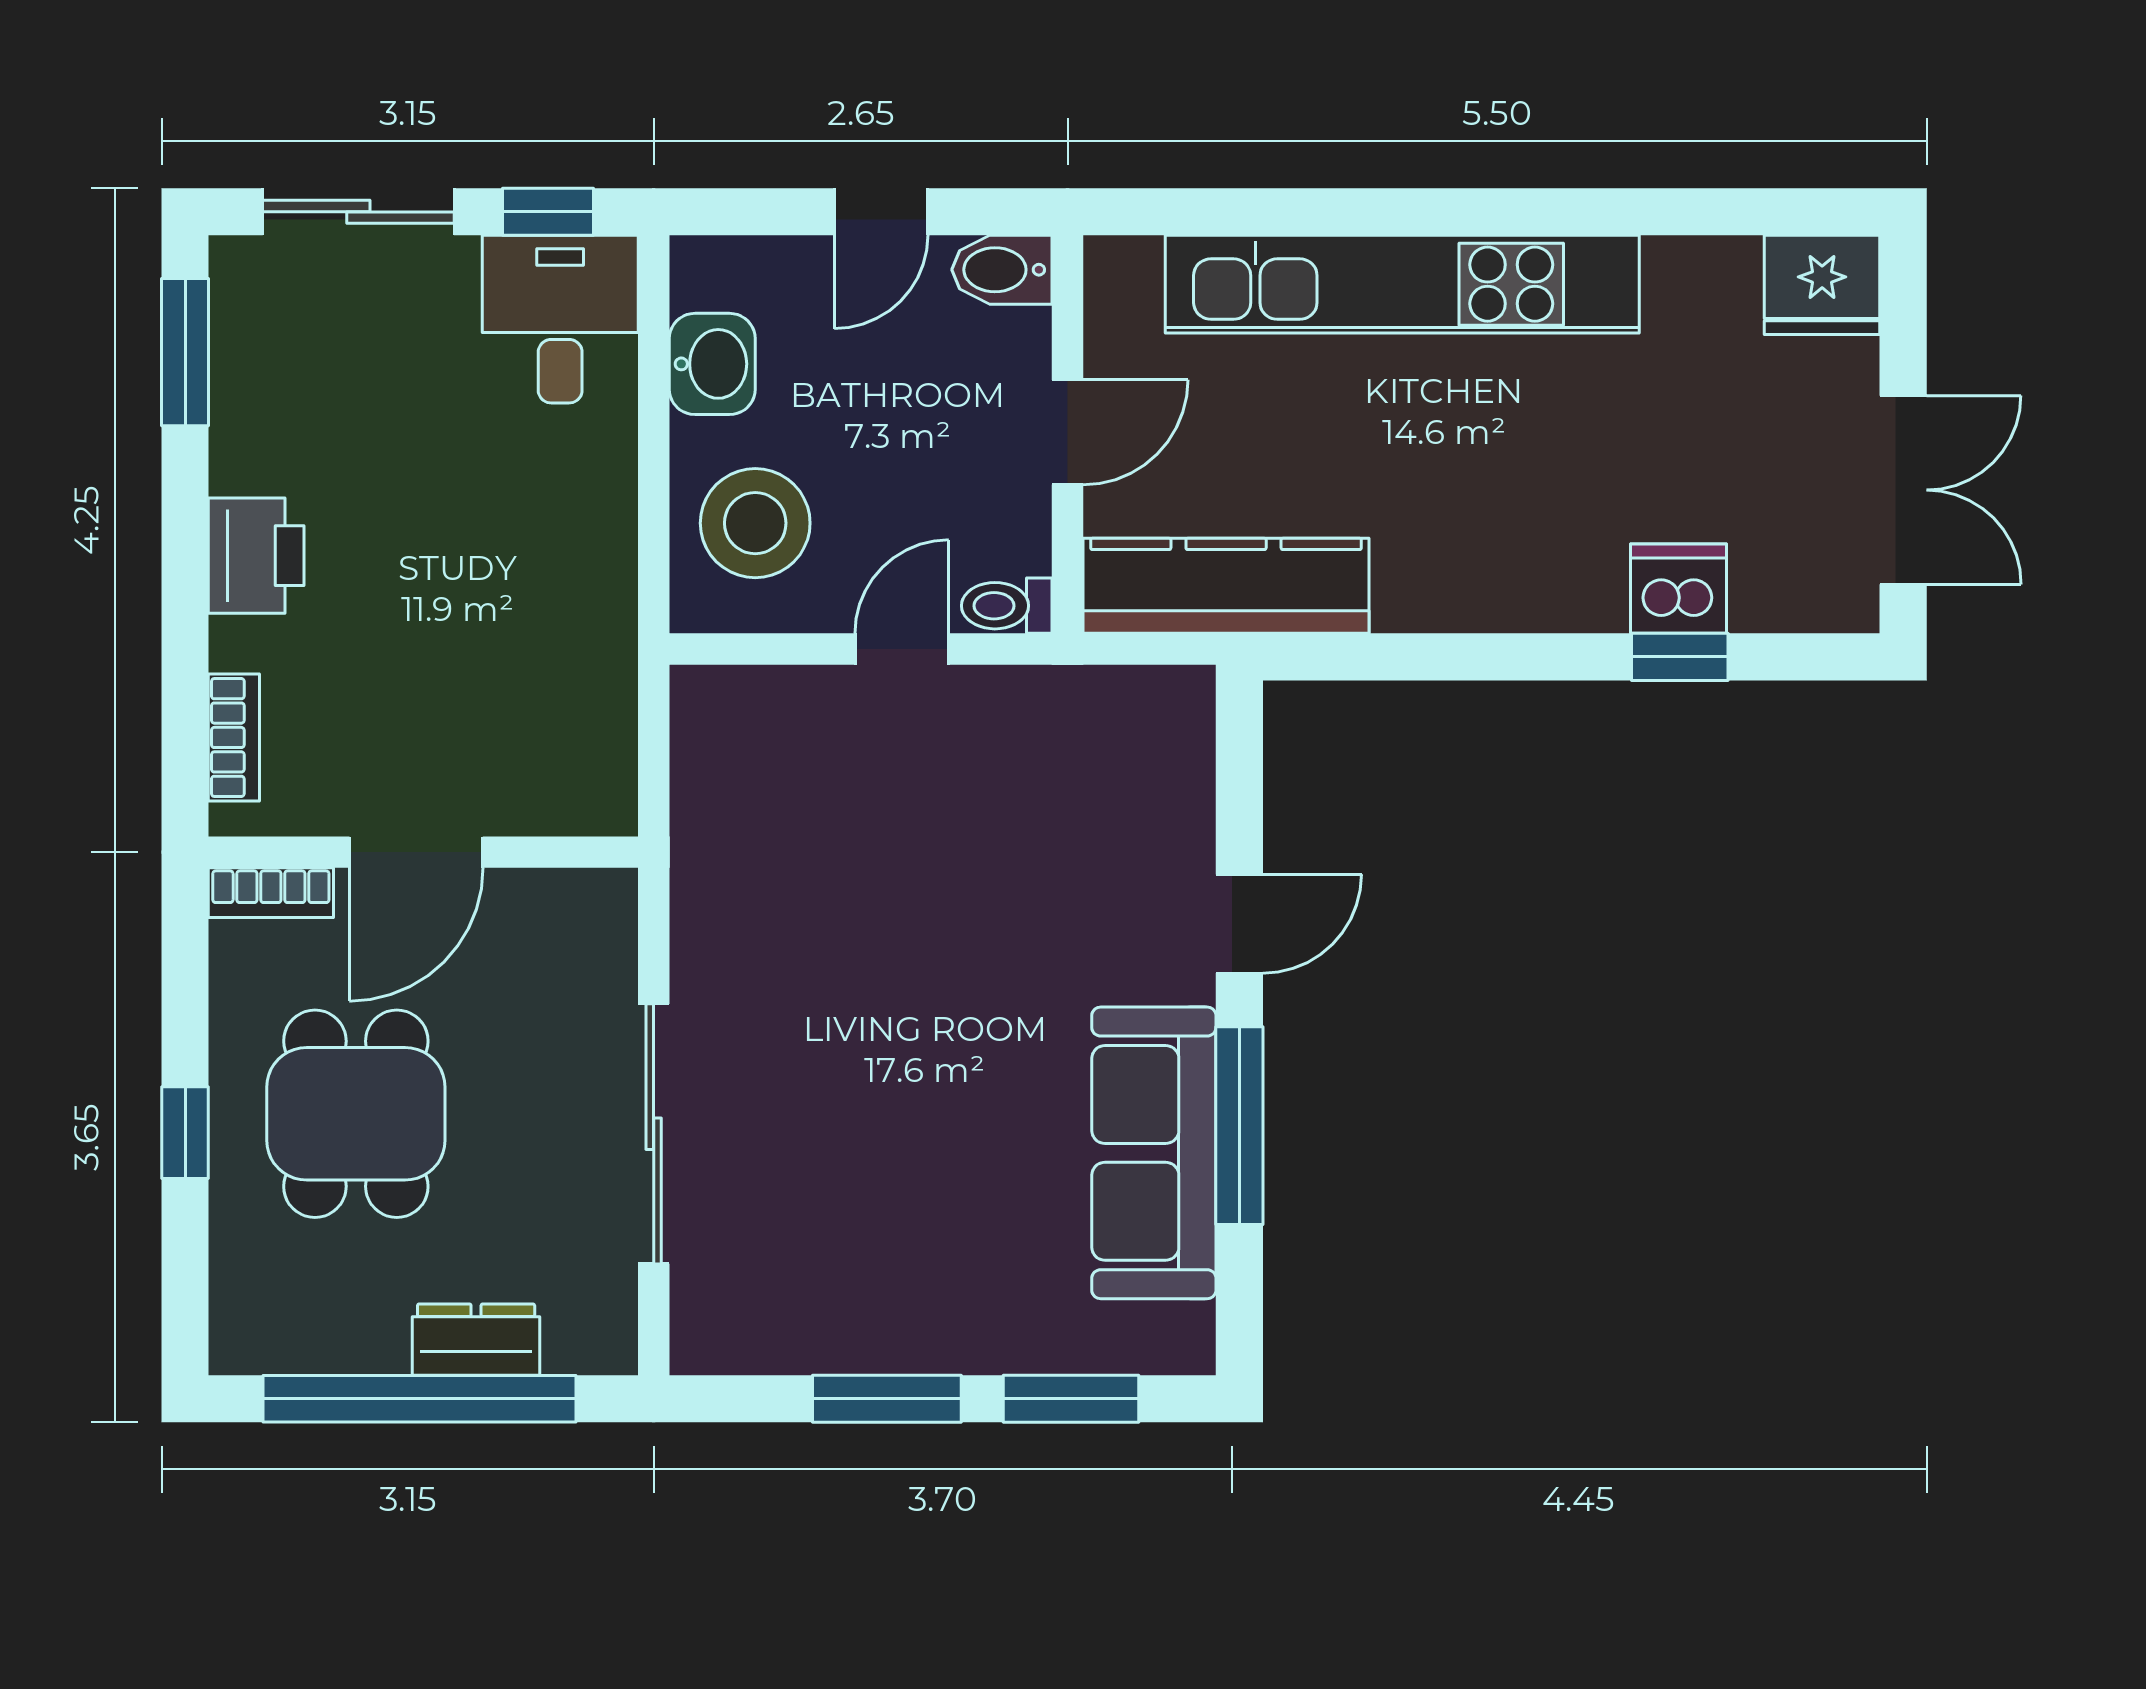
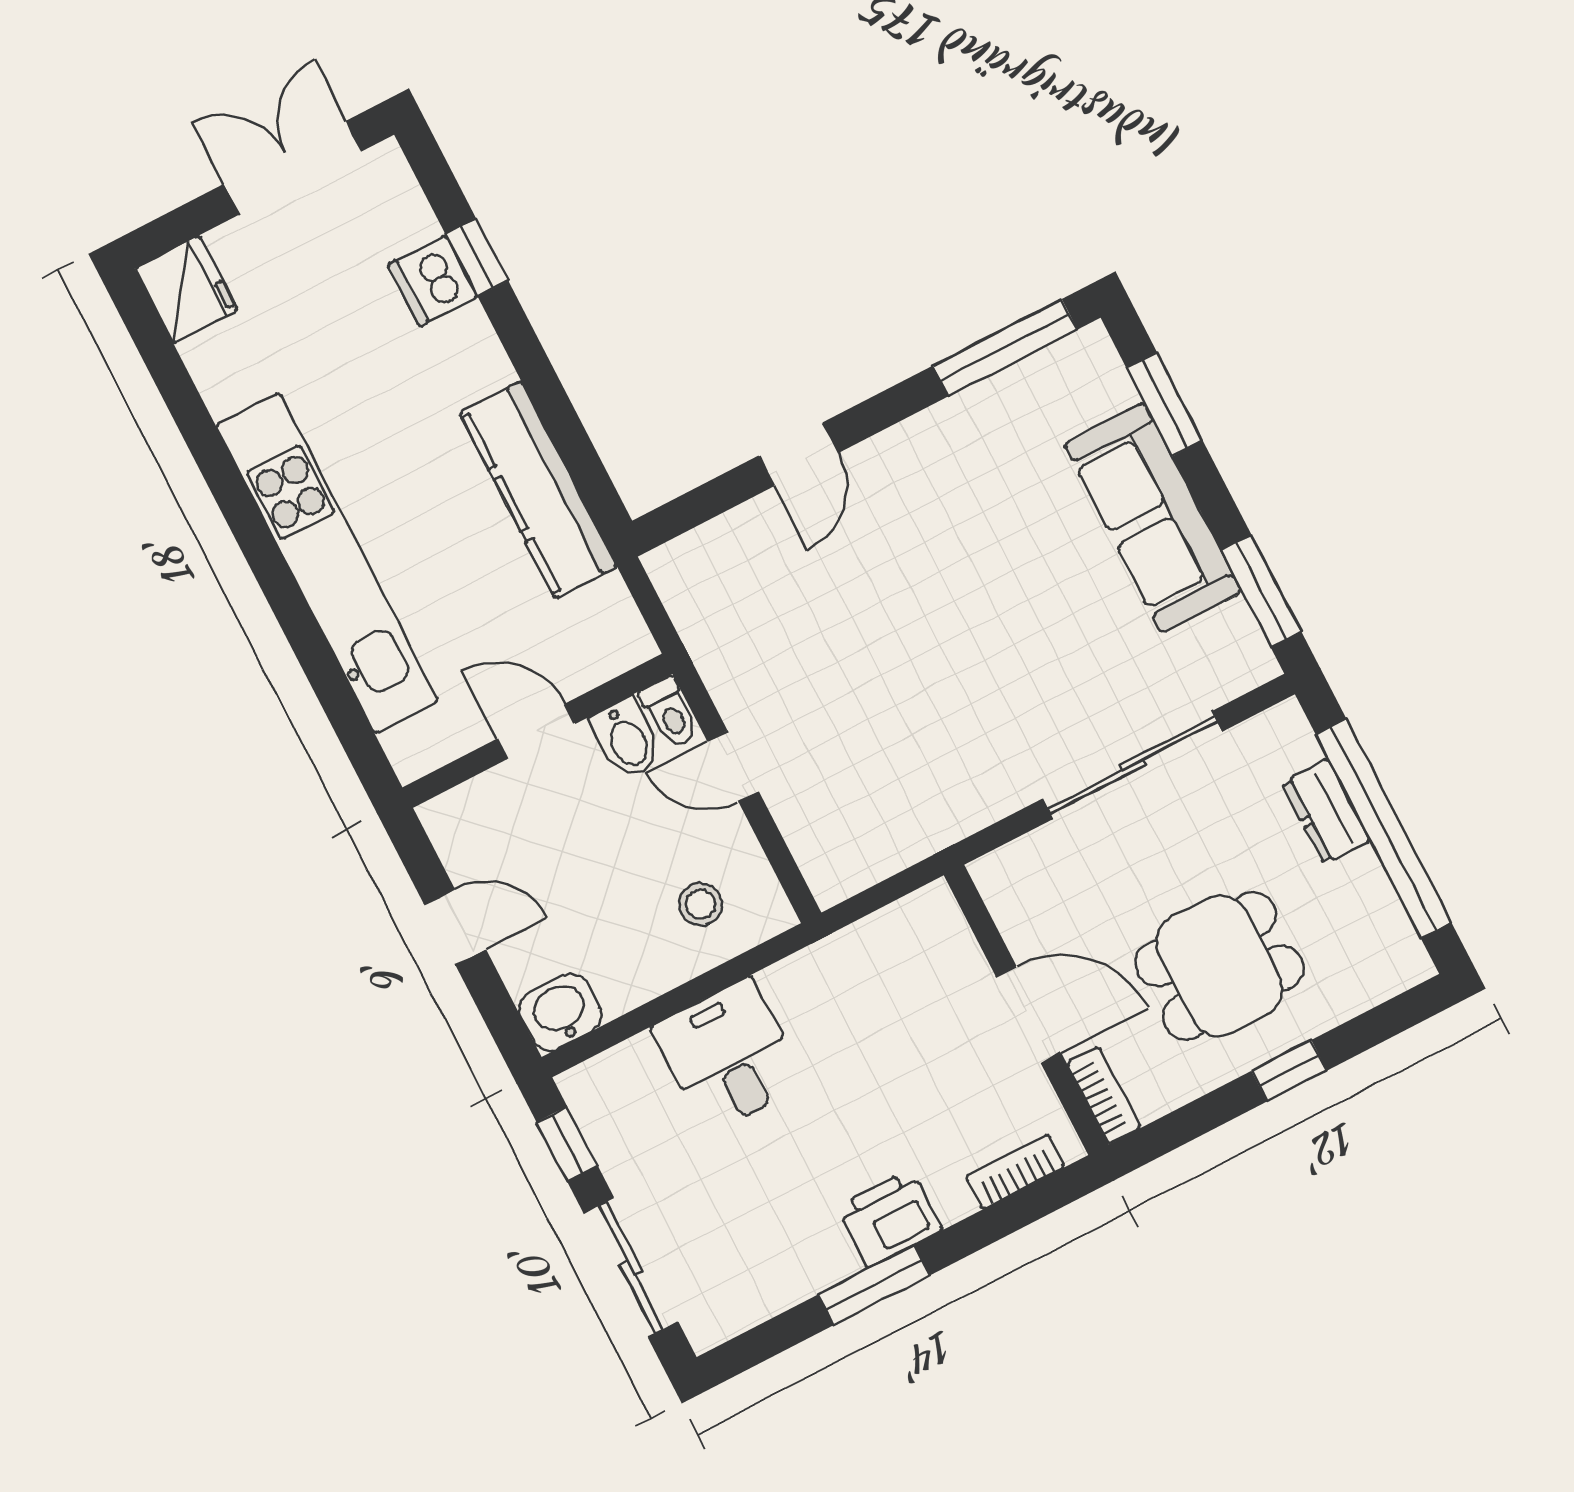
bidet: (1002, 270) -> (627, 739), moved
desk: (560, 319) -> (728, 1056), moved, turned 90
window: (185, 352) -> (874, 1285), moved
washbasin: (712, 364) -> (560, 1012), moved
stool: (755, 523) -> (700, 904), width x0.53, depth x0.53
kitchen counter: (1226, 586) -> (538, 490), moved
door: (1239, 924) -> (798, 454), swing flipped
window: (1239, 1126) -> (1005, 348), moved
sofa: (1154, 1153) -> (1153, 518), moved, turned 90
window: (887, 1399) -> (1261, 591), moved

